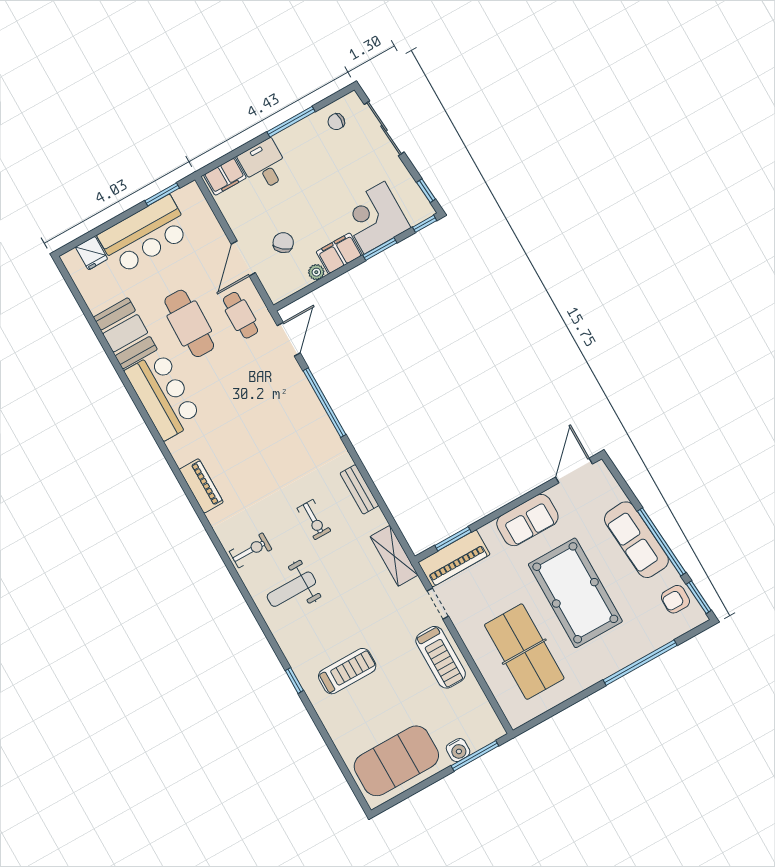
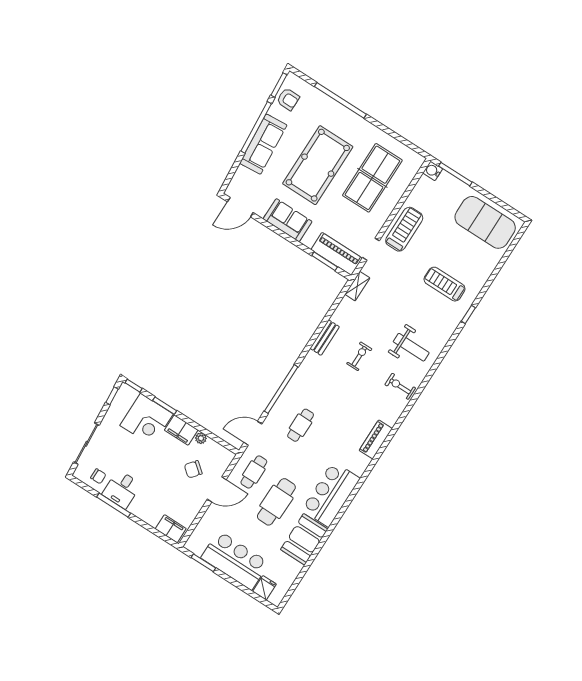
desk: (264, 165) -> (122, 489), moved
cafe table: (268, 403) -> (301, 425), added
shelving: (394, 556) -> (357, 286), width x0.67, depth x0.75
water cooler: (458, 750) -> (433, 171), moved, turned -90

